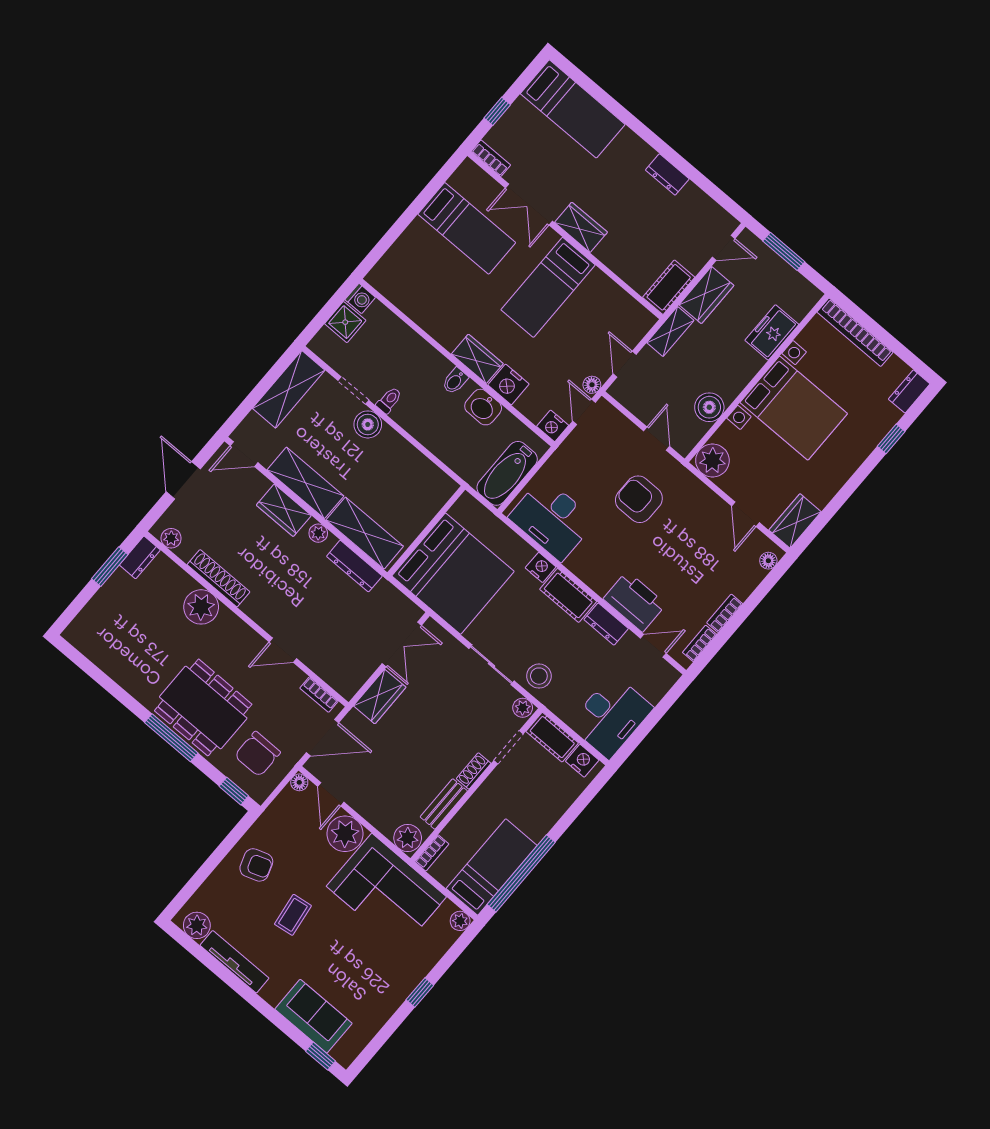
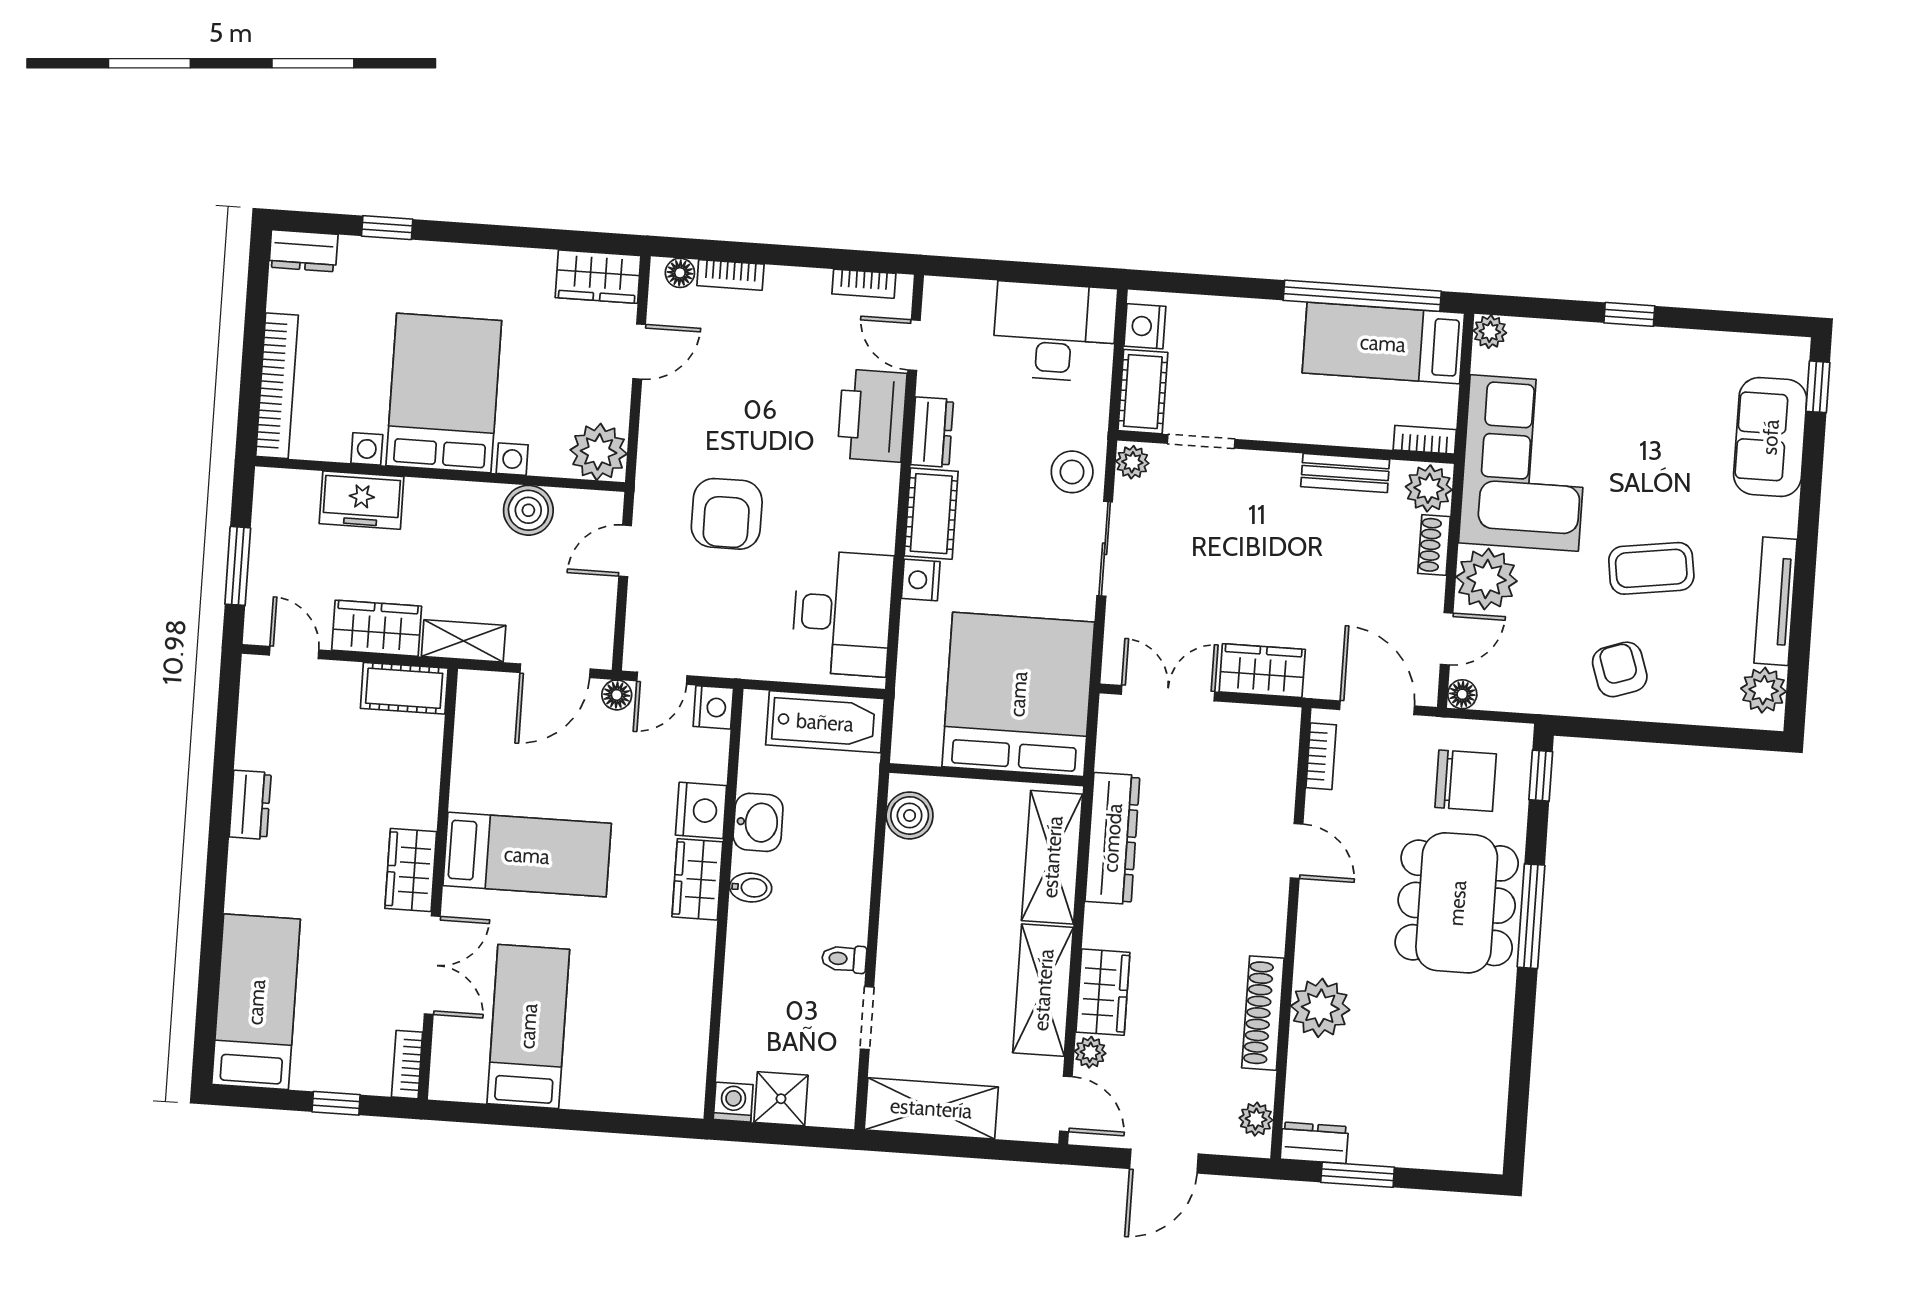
door: (625, 364) -> (555, 671), width x1.38
boiler: (368, 424) -> (910, 815), moved
plant: (318, 533) -> (1090, 1052), moved
dresser: (354, 566) -> (1112, 838), width x1.37, depth x1.24
bookcase: (725, 613) -> (730, 275), moved
shoe rack: (474, 771) -> (1434, 545), moved, turned 90
coffee table: (293, 915) -> (1651, 568), width x1.36, depth x1.30

